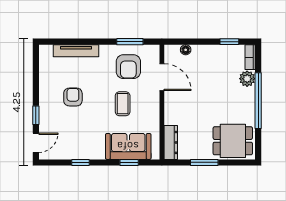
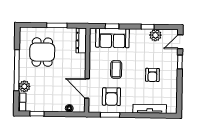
armchair: (128, 67) -> (111, 97), turned 180
dining table: (233, 141) -> (42, 52), moved, turned 90
plant: (70, 151) -> (155, 35), added

